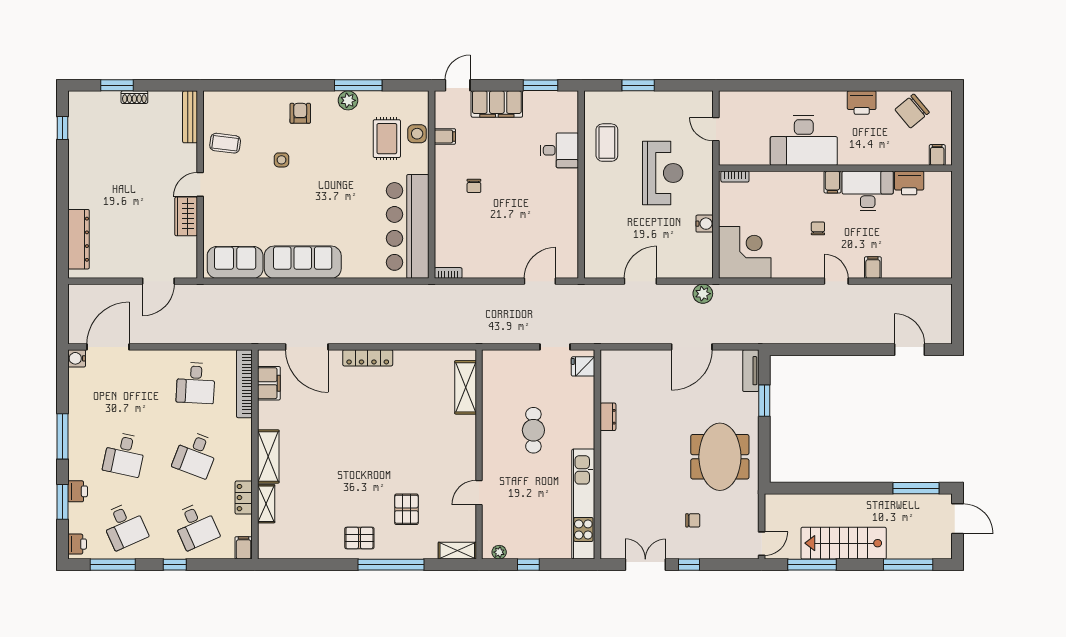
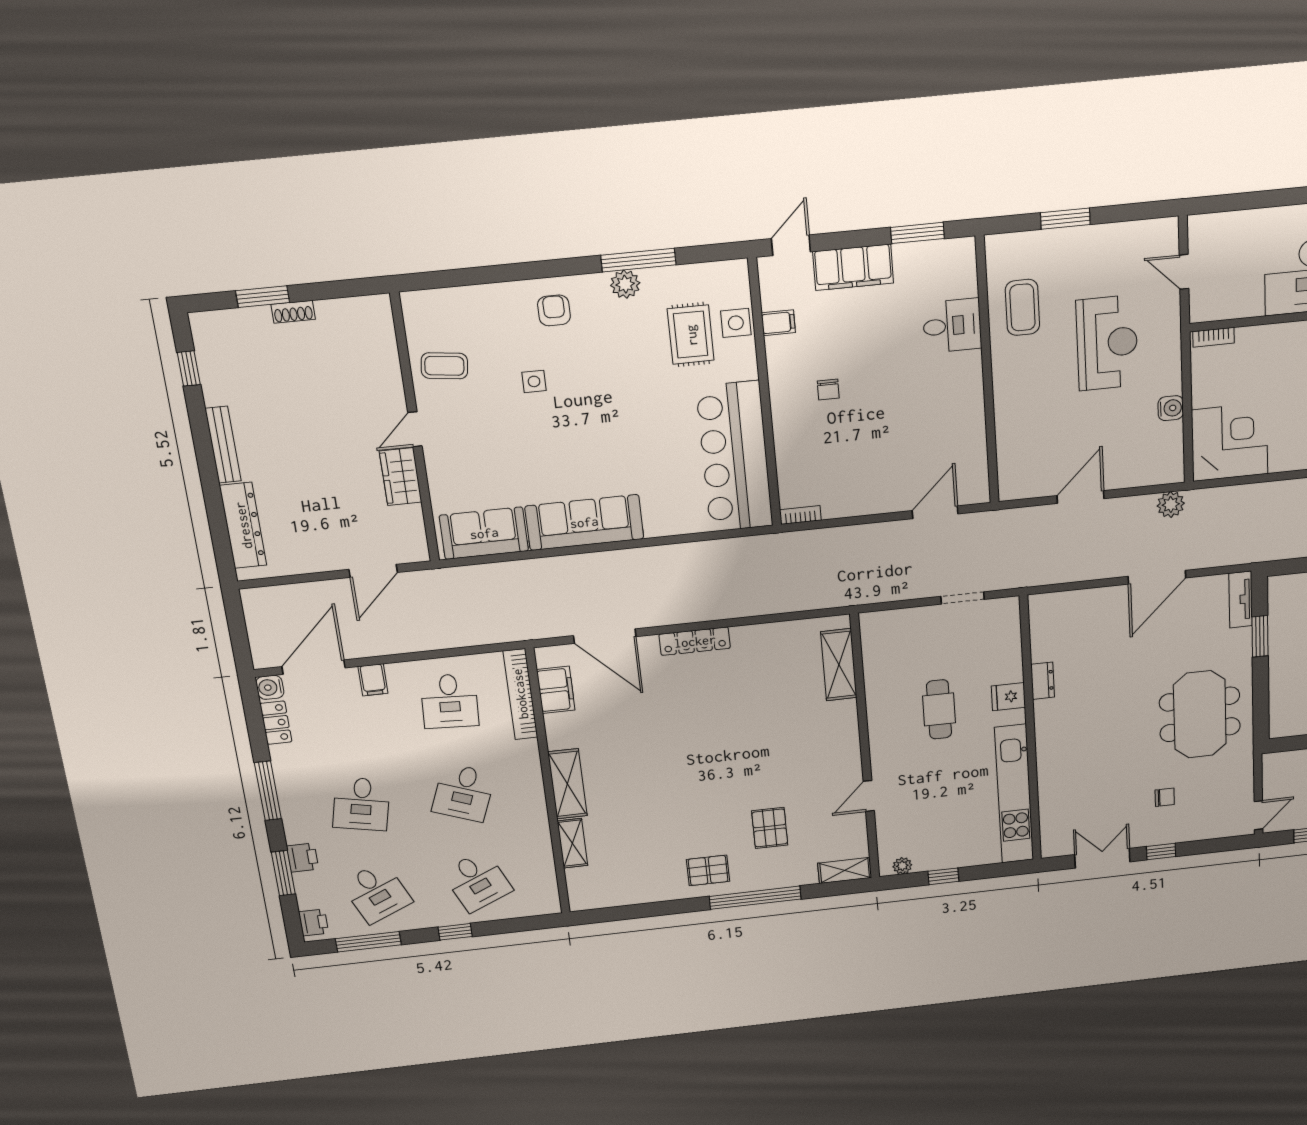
bench: (190, 117) -> (223, 445), moved
fridge: (583, 366) -> (1008, 697), moved
locker: (244, 498) -> (276, 723), moved, turned 180
filing cabinet: (244, 548) -> (373, 680), moved, turned 180

